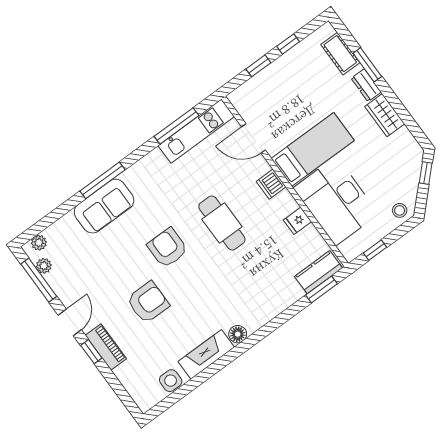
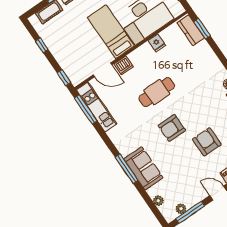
window: (258, 66) -> (64, 78), moved
window: (177, 126) -> (86, 109), moved
door: (253, 139) -> (103, 70), hinge flipped
dishwasher: (271, 184) -> (124, 65), moved
plant: (39, 243) -> (158, 201), moved

